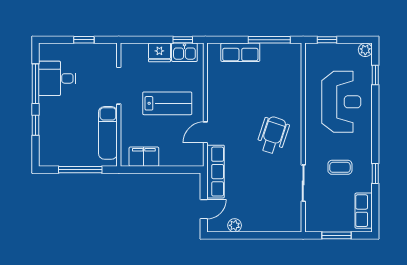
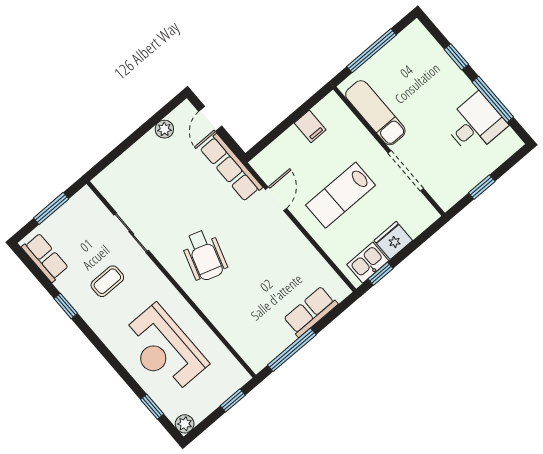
filing cabinet: (144, 157) -> (310, 126), width x0.50

